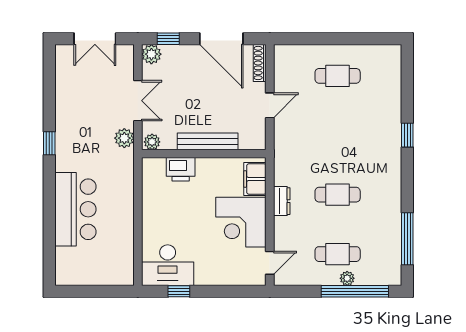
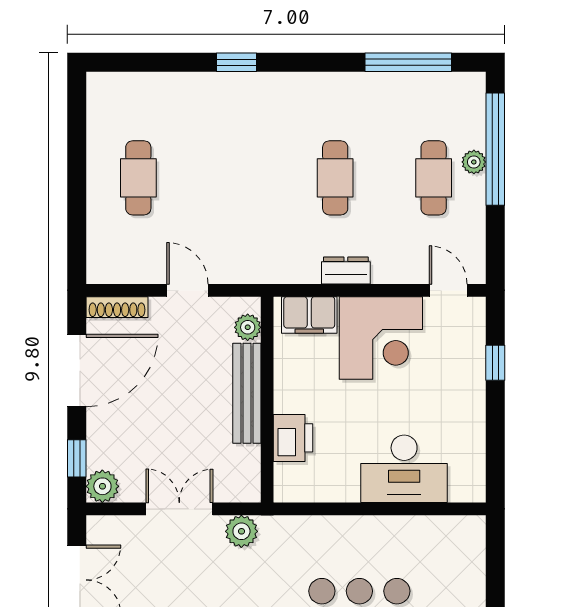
plant: (152, 142) -> (248, 327), moved
desk: (168, 265) -> (404, 469), moved, turned 90
window: (179, 291) -> (495, 363), moved

